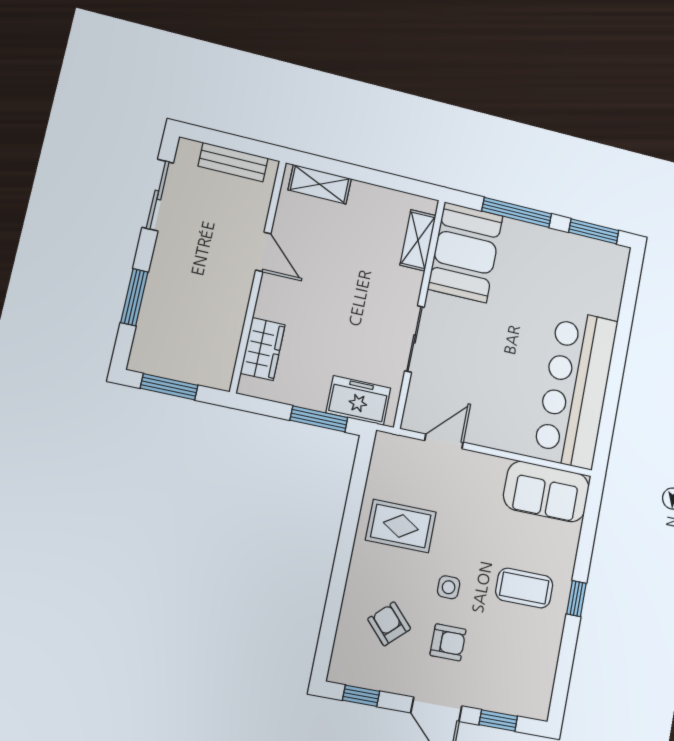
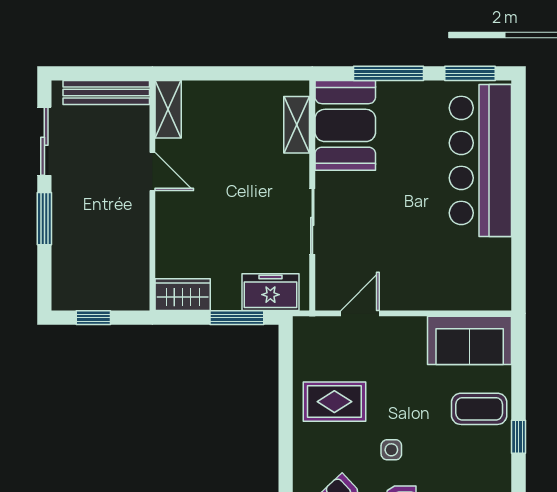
bench: (233, 162) -> (106, 92), width x1.36
shelving: (320, 184) -> (168, 109), moved, turned 90
window: (134, 297) -> (44, 219), moved
wardrobe: (263, 349) -> (183, 295), moved, turned -90
window: (169, 387) -> (93, 318), width x0.67
bar counter: (576, 389) -> (480, 160), moved
coffee table: (524, 588) -> (479, 409), moved

